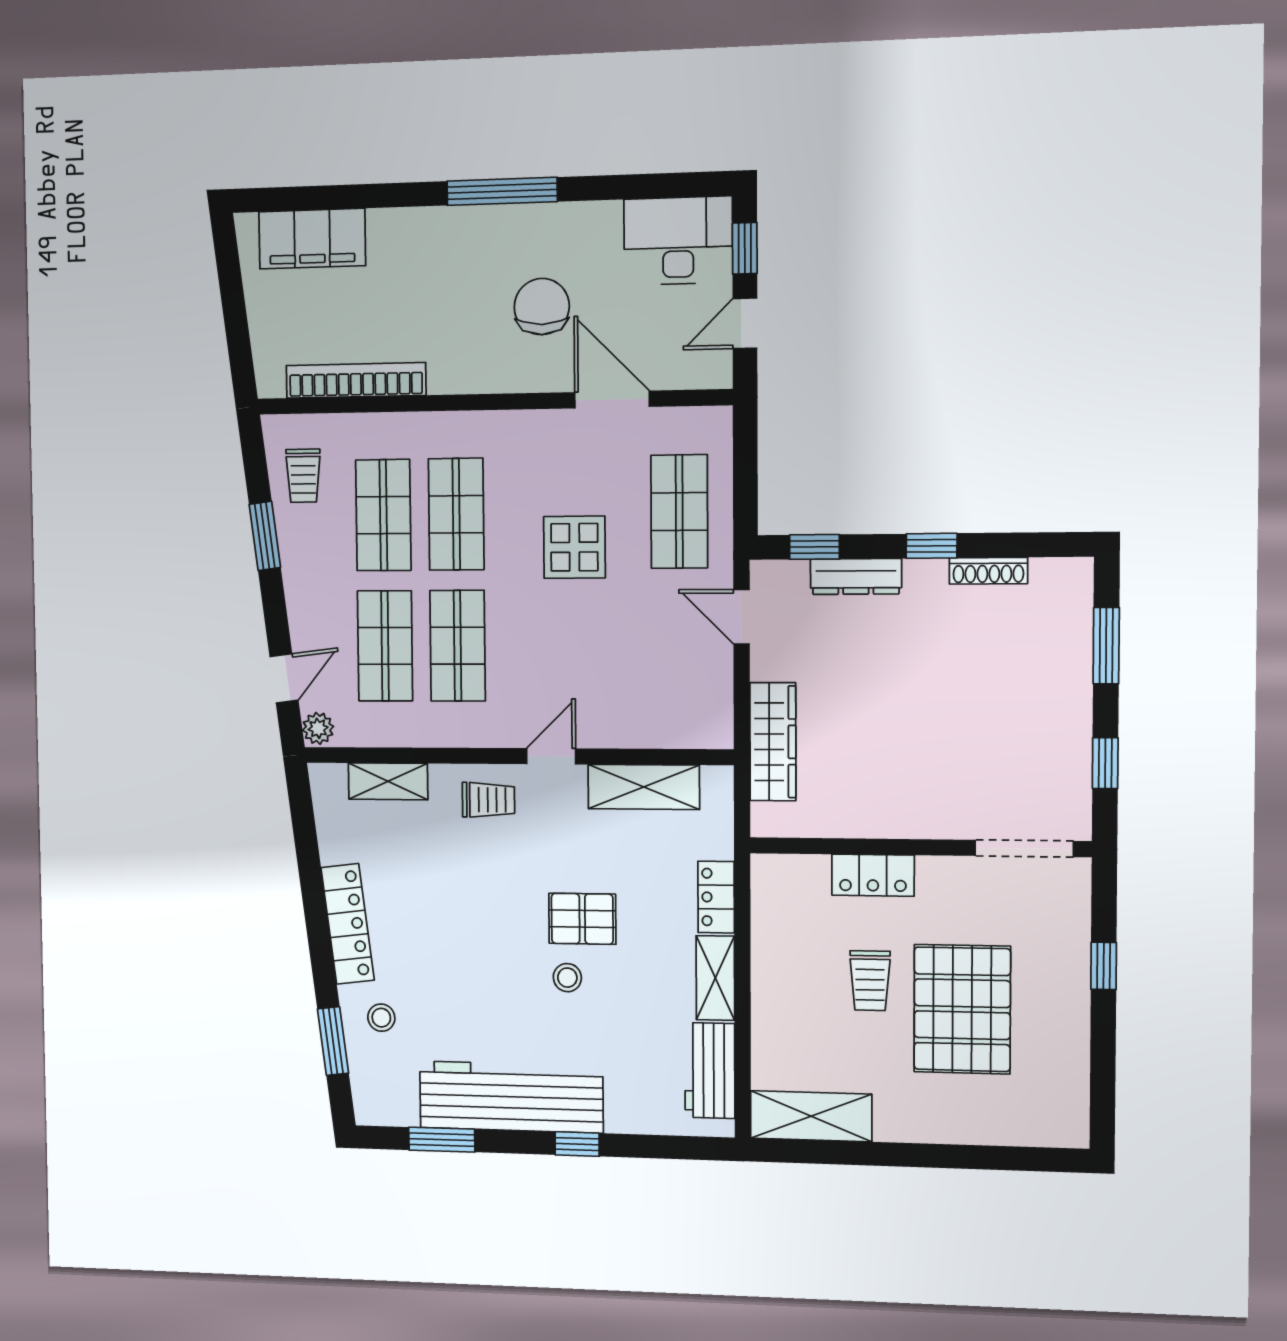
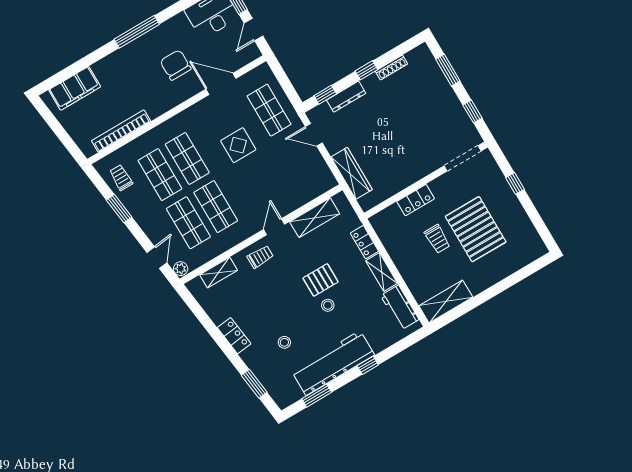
trolley: (303, 476) -> (121, 178), turned 180
locker: (348, 924) -> (234, 336), width x0.66
stool: (381, 1018) -> (284, 342), moved

